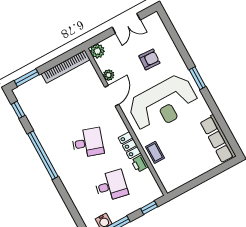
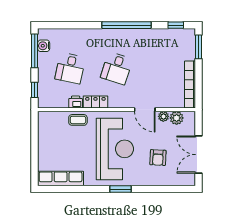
double door: (126, 23) -> (199, 155), width x1.37
plant: (97, 51) -> (177, 118), moved
reception desk: (163, 104) -> (115, 149), turned 180

